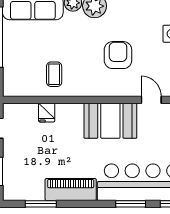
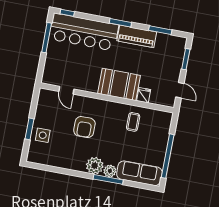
booth: (110, 121) -> (119, 84), moved
window: (131, 204) -> (120, 23), moved

